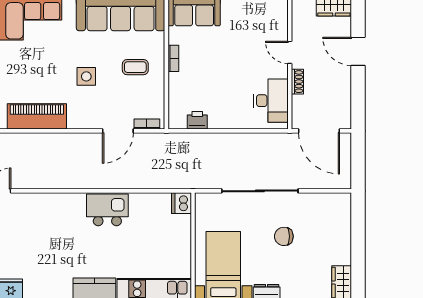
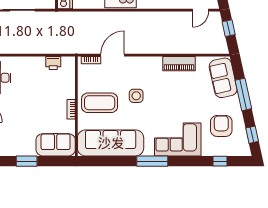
coffee table: (135, 67) -> (100, 103), width x1.86, depth x1.72
piano: (37, 116) -> (179, 64), width x0.73, depth x0.75

